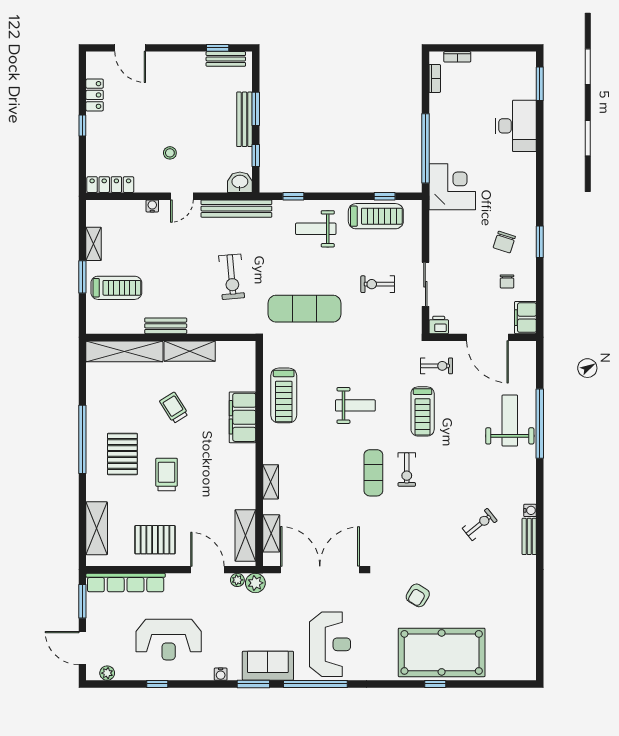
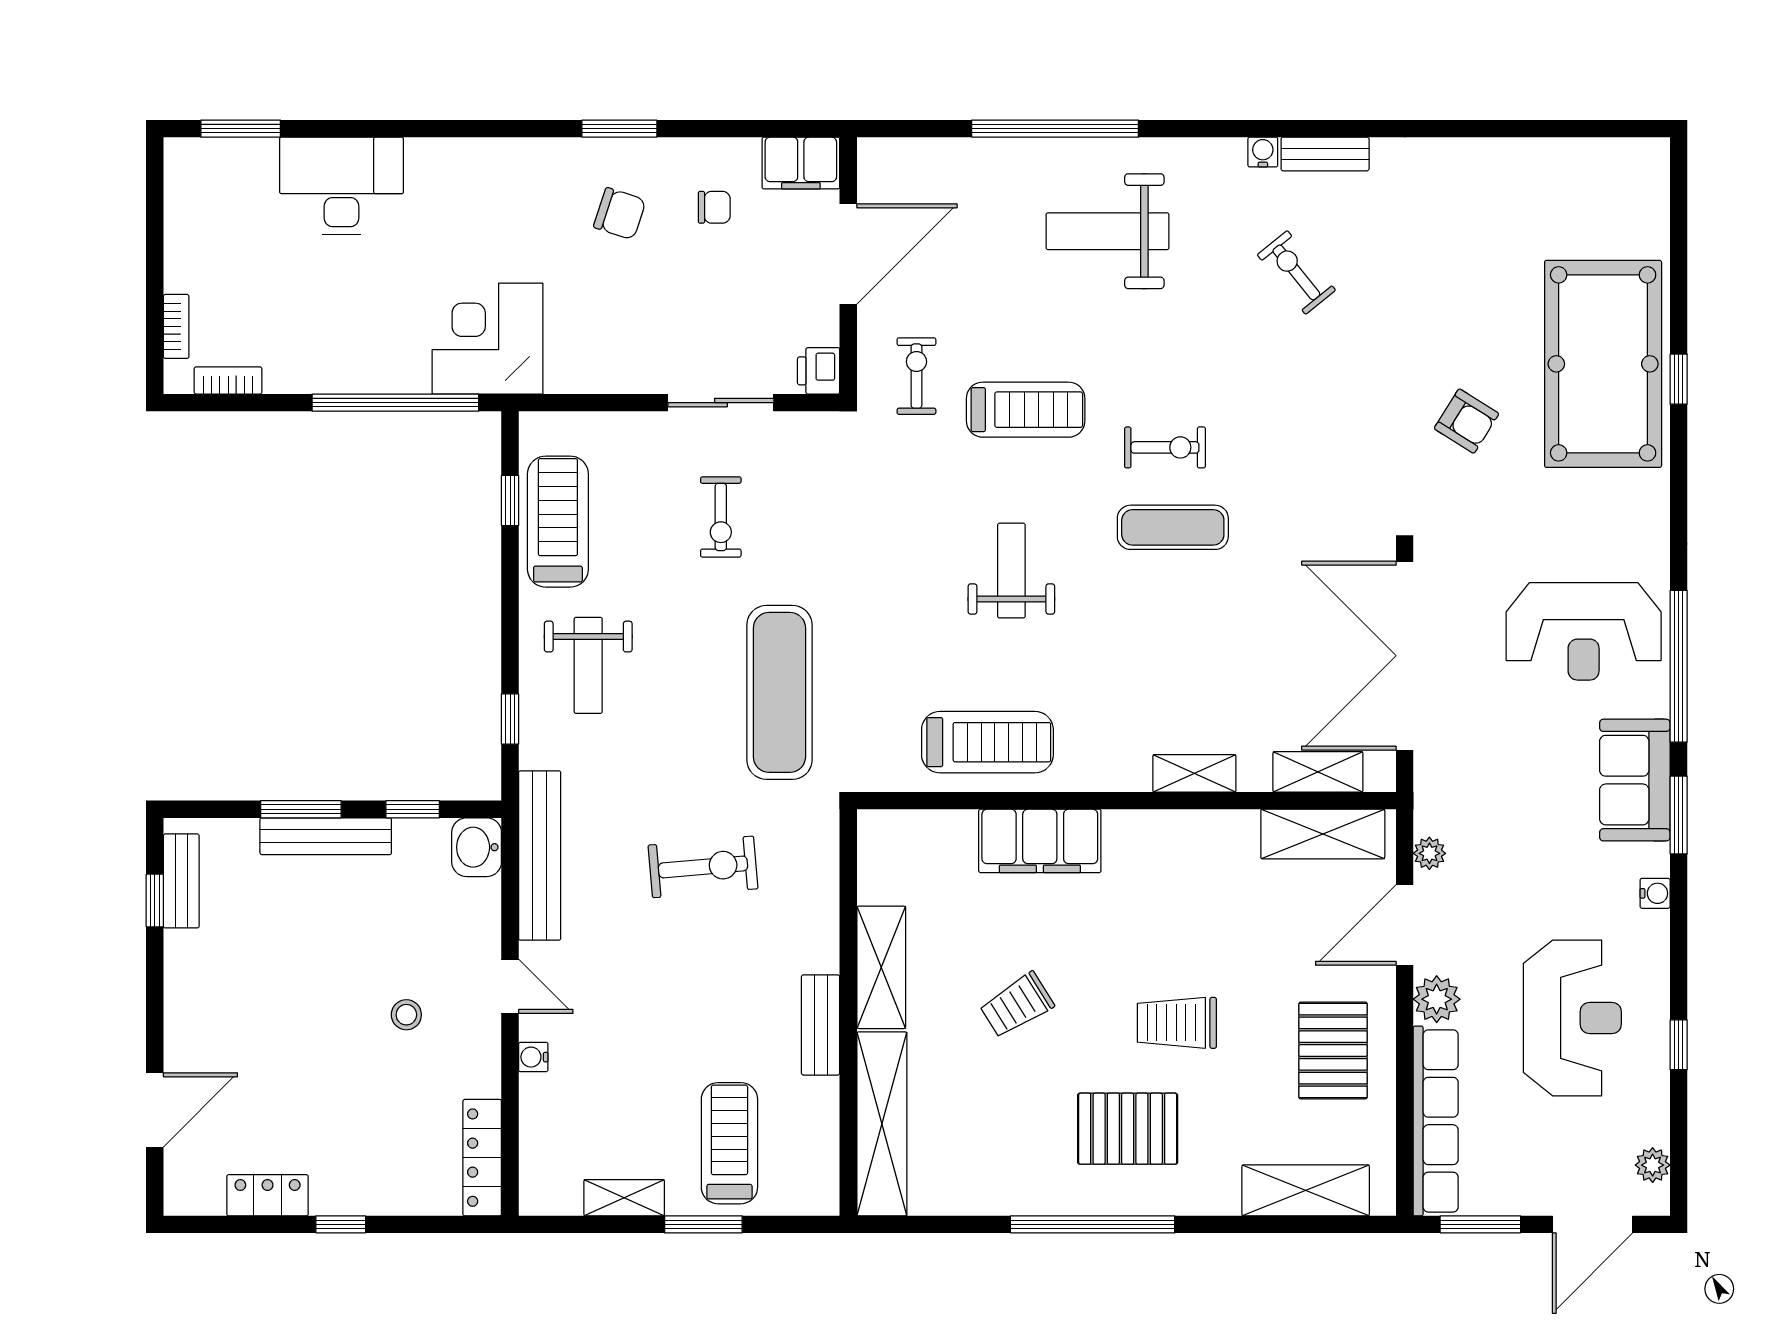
weight bench: (510, 421) -> (1108, 231), moved
plant: (255, 583) -> (1437, 999), moved
reception desk: (330, 644) -> (1584, 631), turned 180

